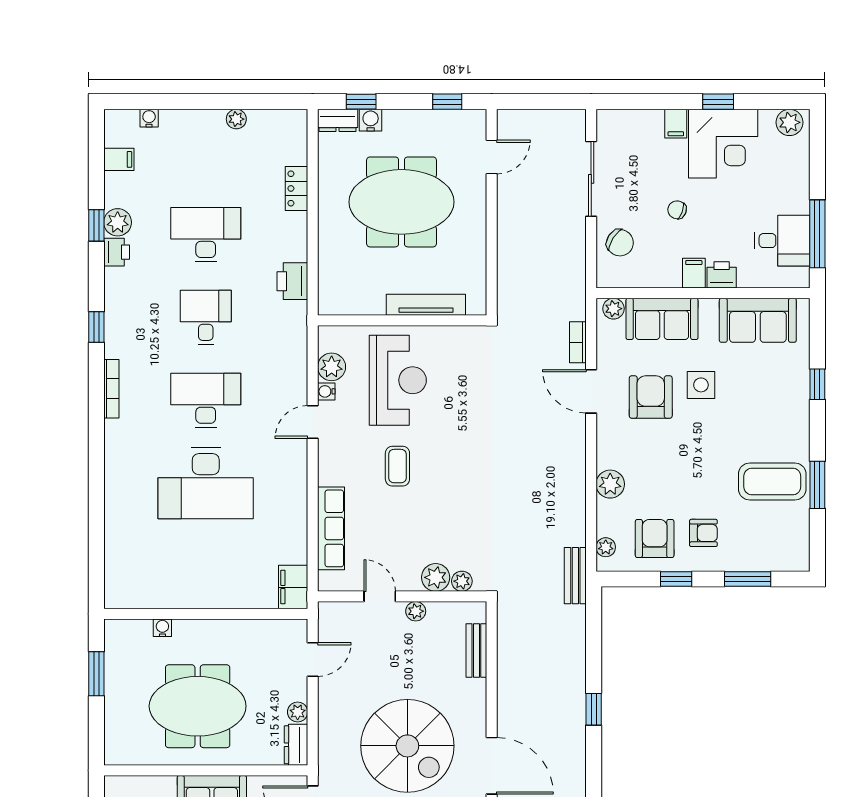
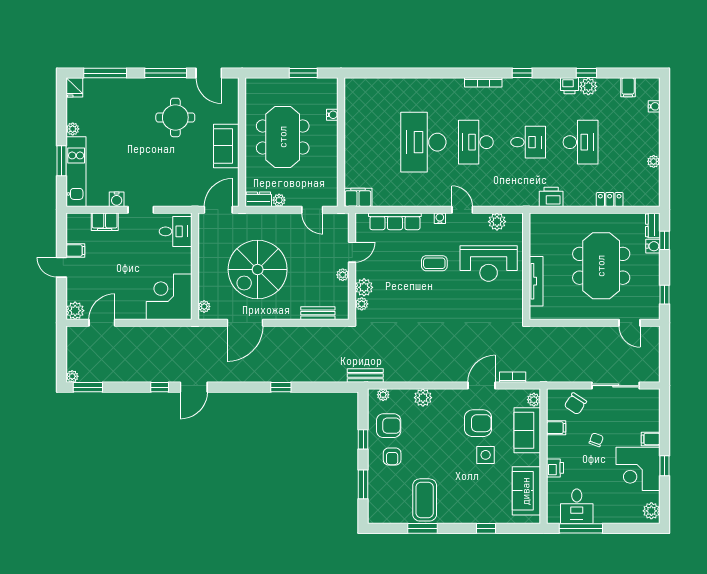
filing cabinet: (694, 273) -> (556, 428), moved
water cooler: (326, 391) -> (440, 218), moved
desk: (206, 400) -> (476, 142), turned 180

